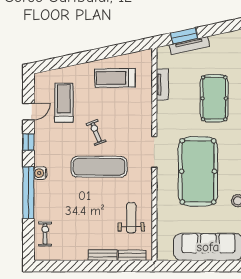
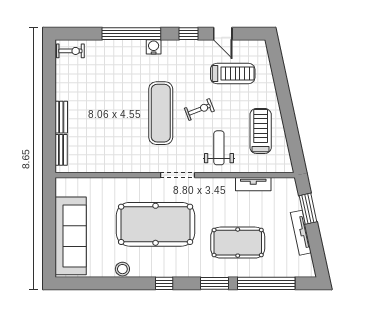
tv unit: (189, 46) -> (301, 233), moved
weight bench: (131, 218) -> (219, 148), moved, turned -90
exercise bike: (45, 234) -> (70, 51), moved

